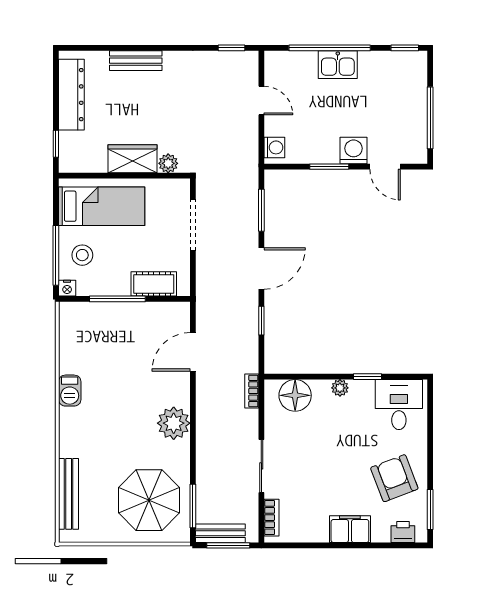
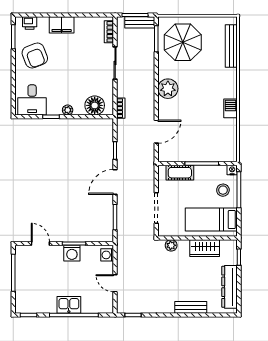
washing machine: (354, 151) -> (72, 253), moved
wardrobe: (132, 159) -> (205, 248), moved

